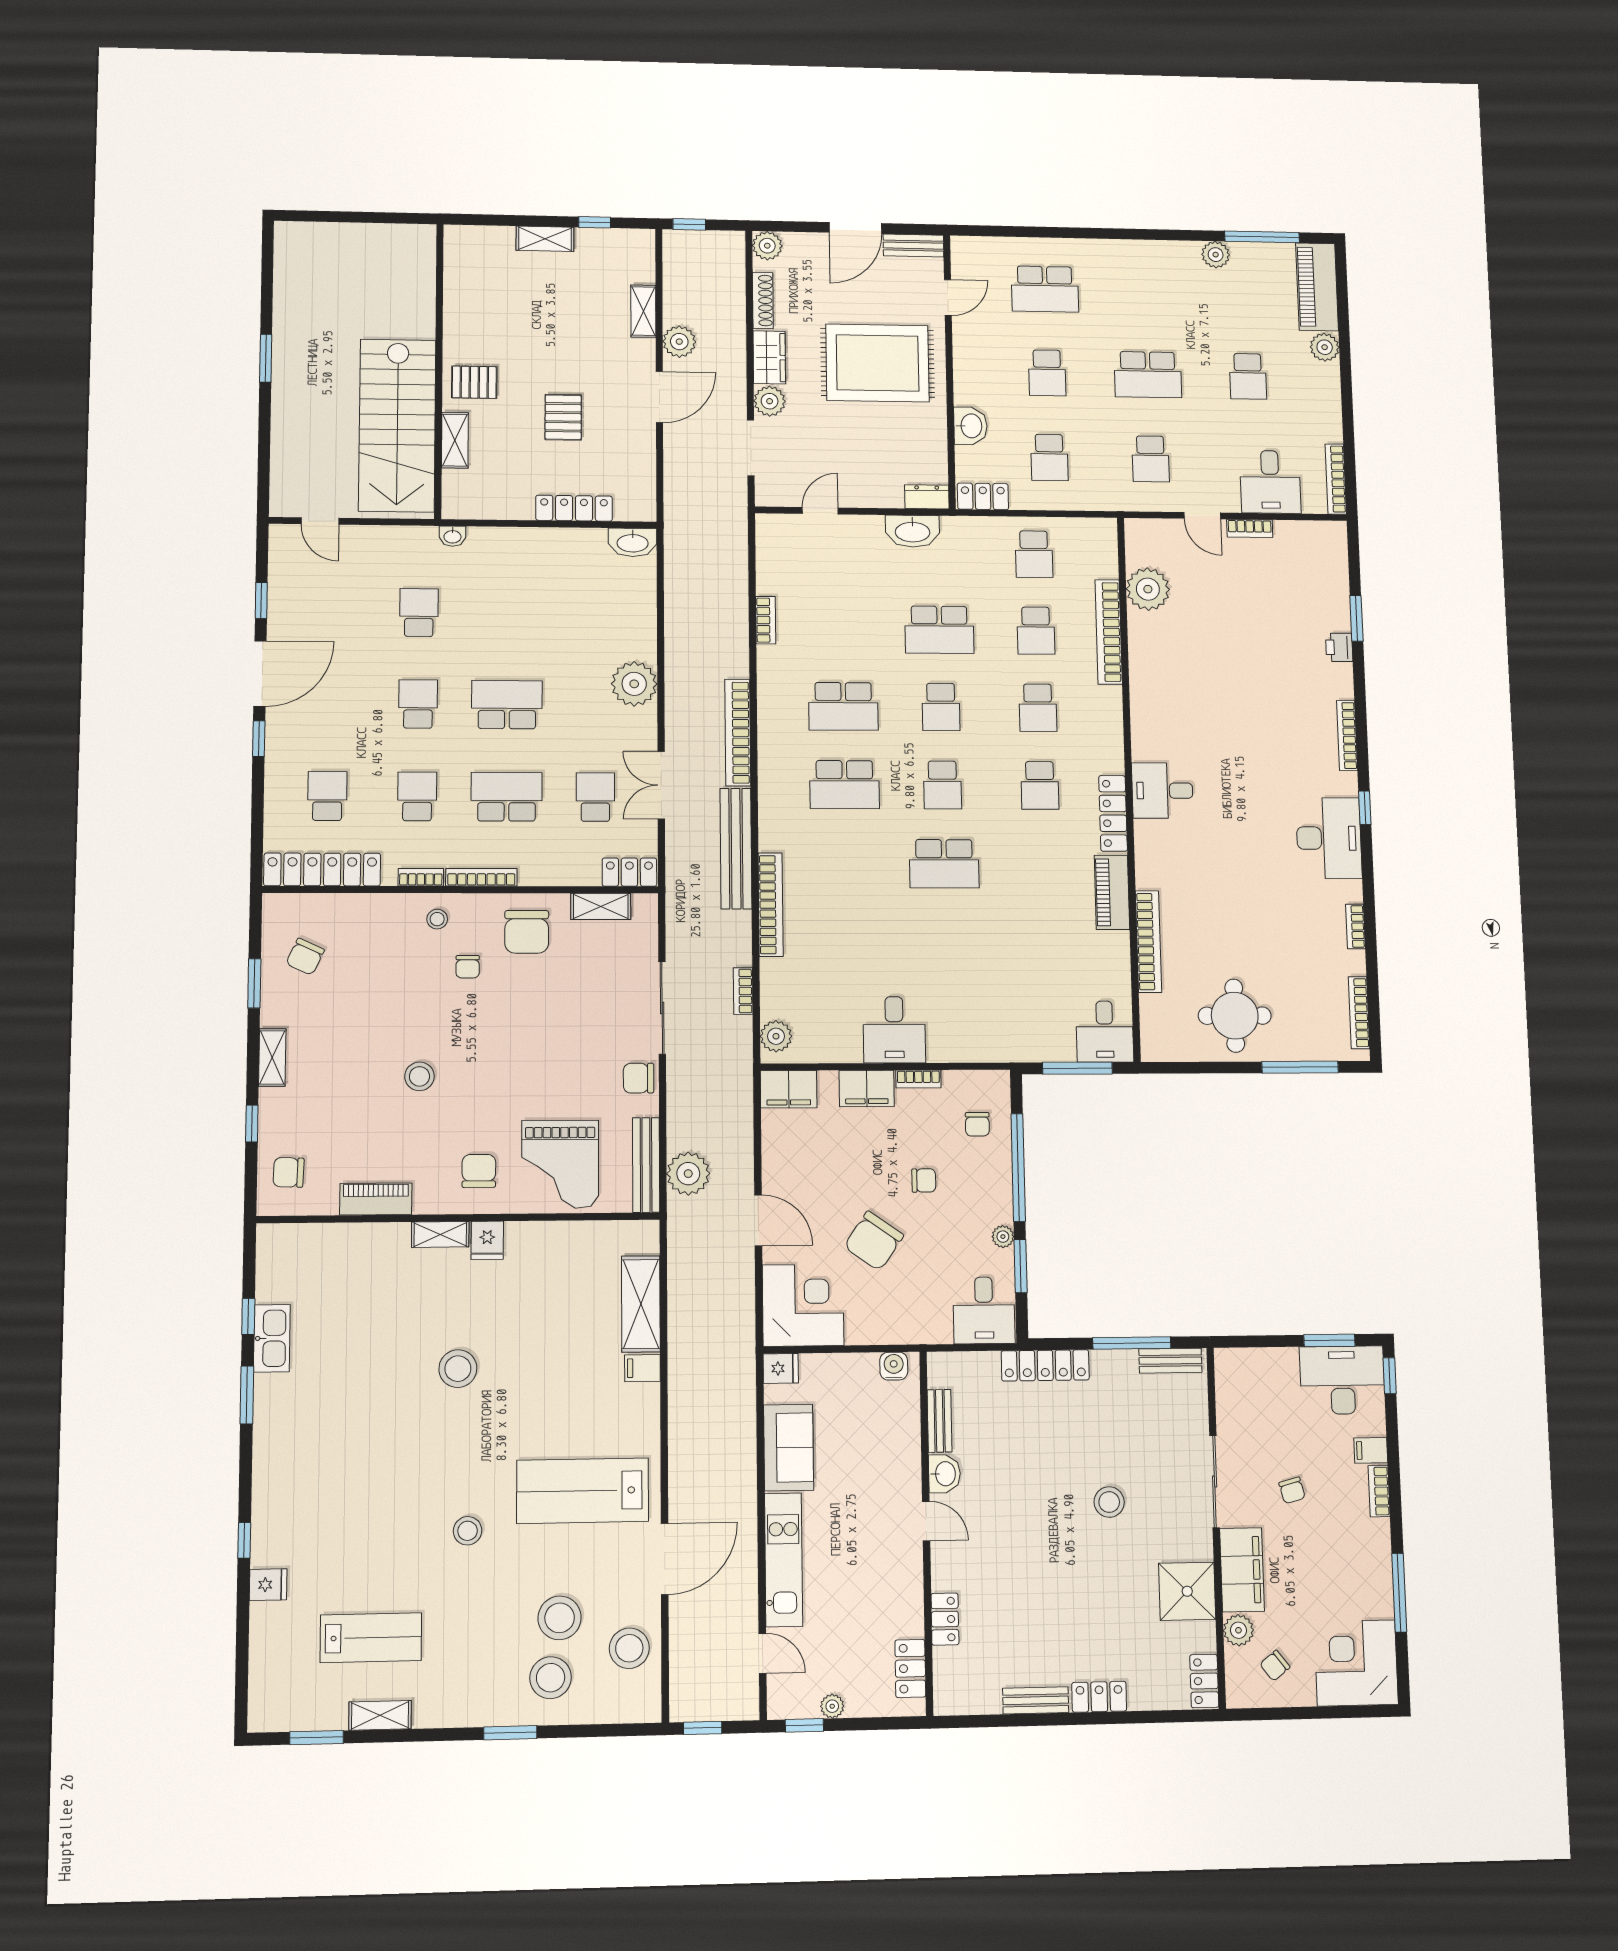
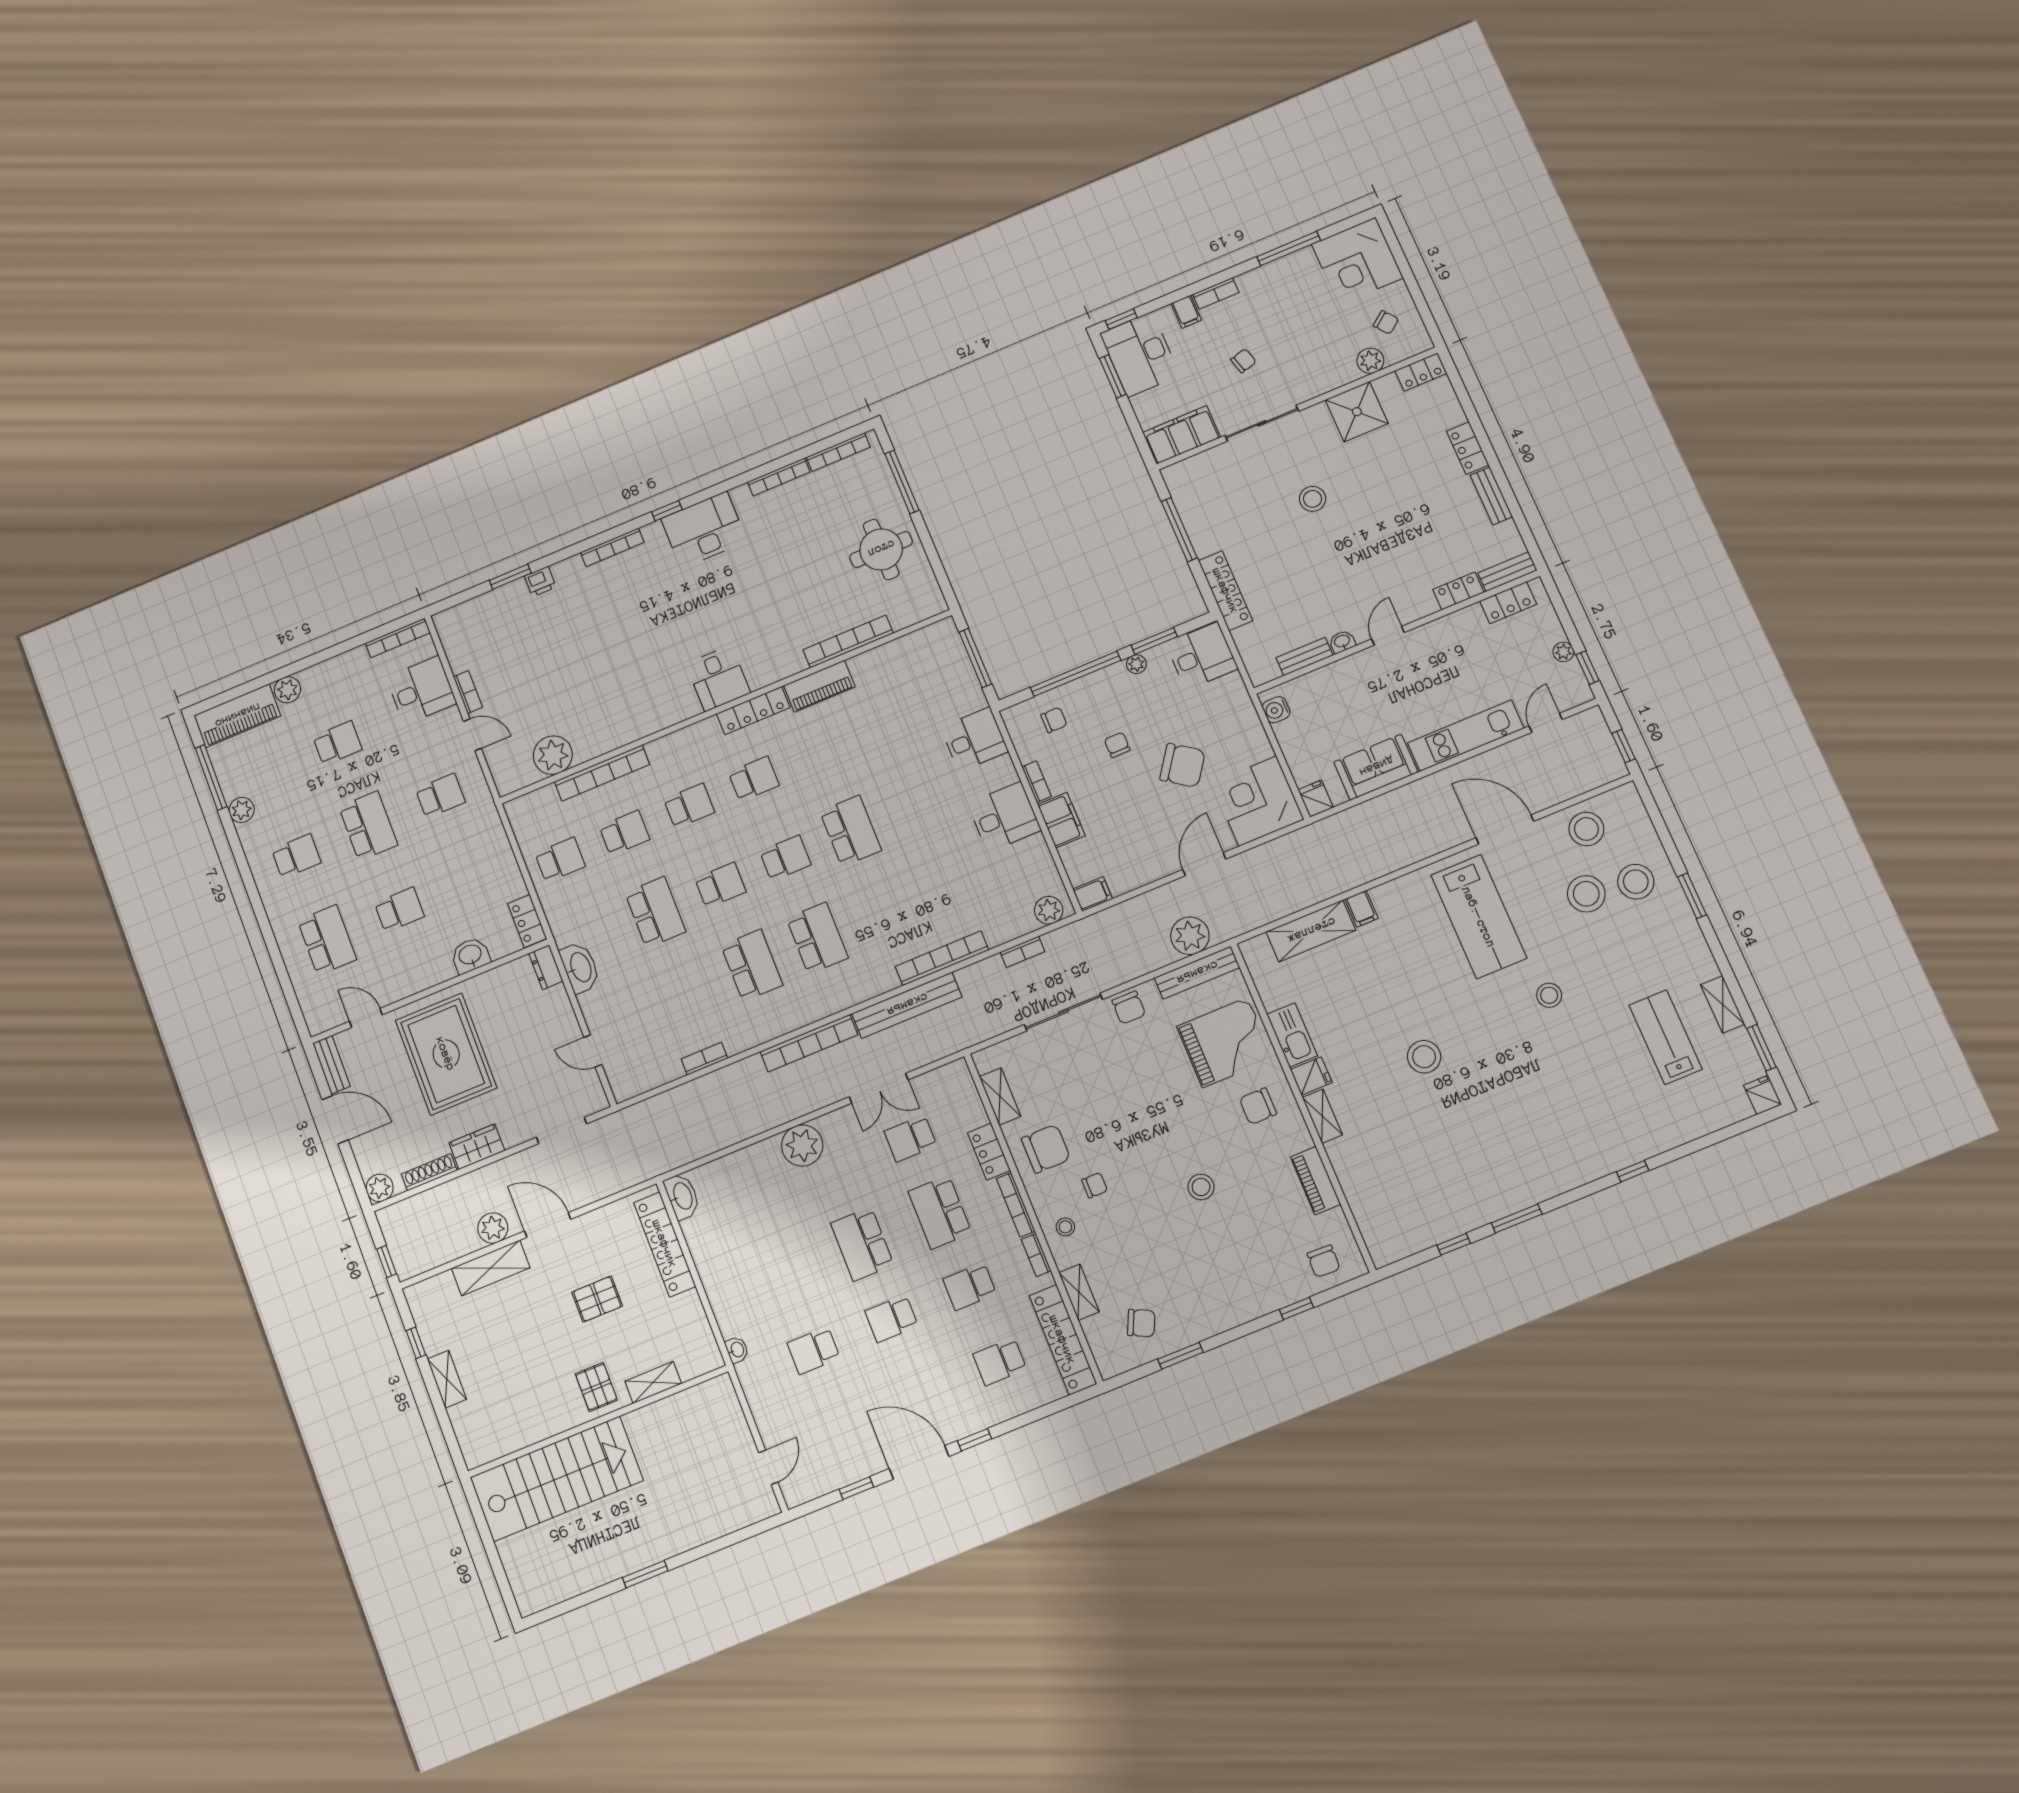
shelving: (643, 311) -> (491, 1268), width x1.50, depth x1.33
plant: (770, 401) -> (515, 1131), removed
stairs: (397, 425) -> (557, 1479), moved
school desk: (1049, 457) -> (296, 856), moved
locker: (574, 508) -> (665, 1244), width x1.41, depth x1.21
door: (1202, 516) -> (472, 735), hinge flipped
locker: (629, 872) -> (989, 1152), moved
bookcase: (1355, 926) -> (779, 477), width x1.56
desk: (1105, 1032) -> (974, 739), moved
shelving: (272, 1057) -> (1079, 1292), moved, turned 90
filing cabinet: (789, 1089) -> (1093, 894), width x0.50
kitchen sink: (272, 1338) -> (1292, 1035), moved, turned 90
bench: (1170, 1361) -> (1507, 572), moved, turned 90
washbasin: (945, 1474) -> (1342, 642), width x0.72, depth x0.69
filing cabinet: (1242, 1570) -> (1182, 435), moved
fridge: (268, 1585) -> (1762, 1095), moved

